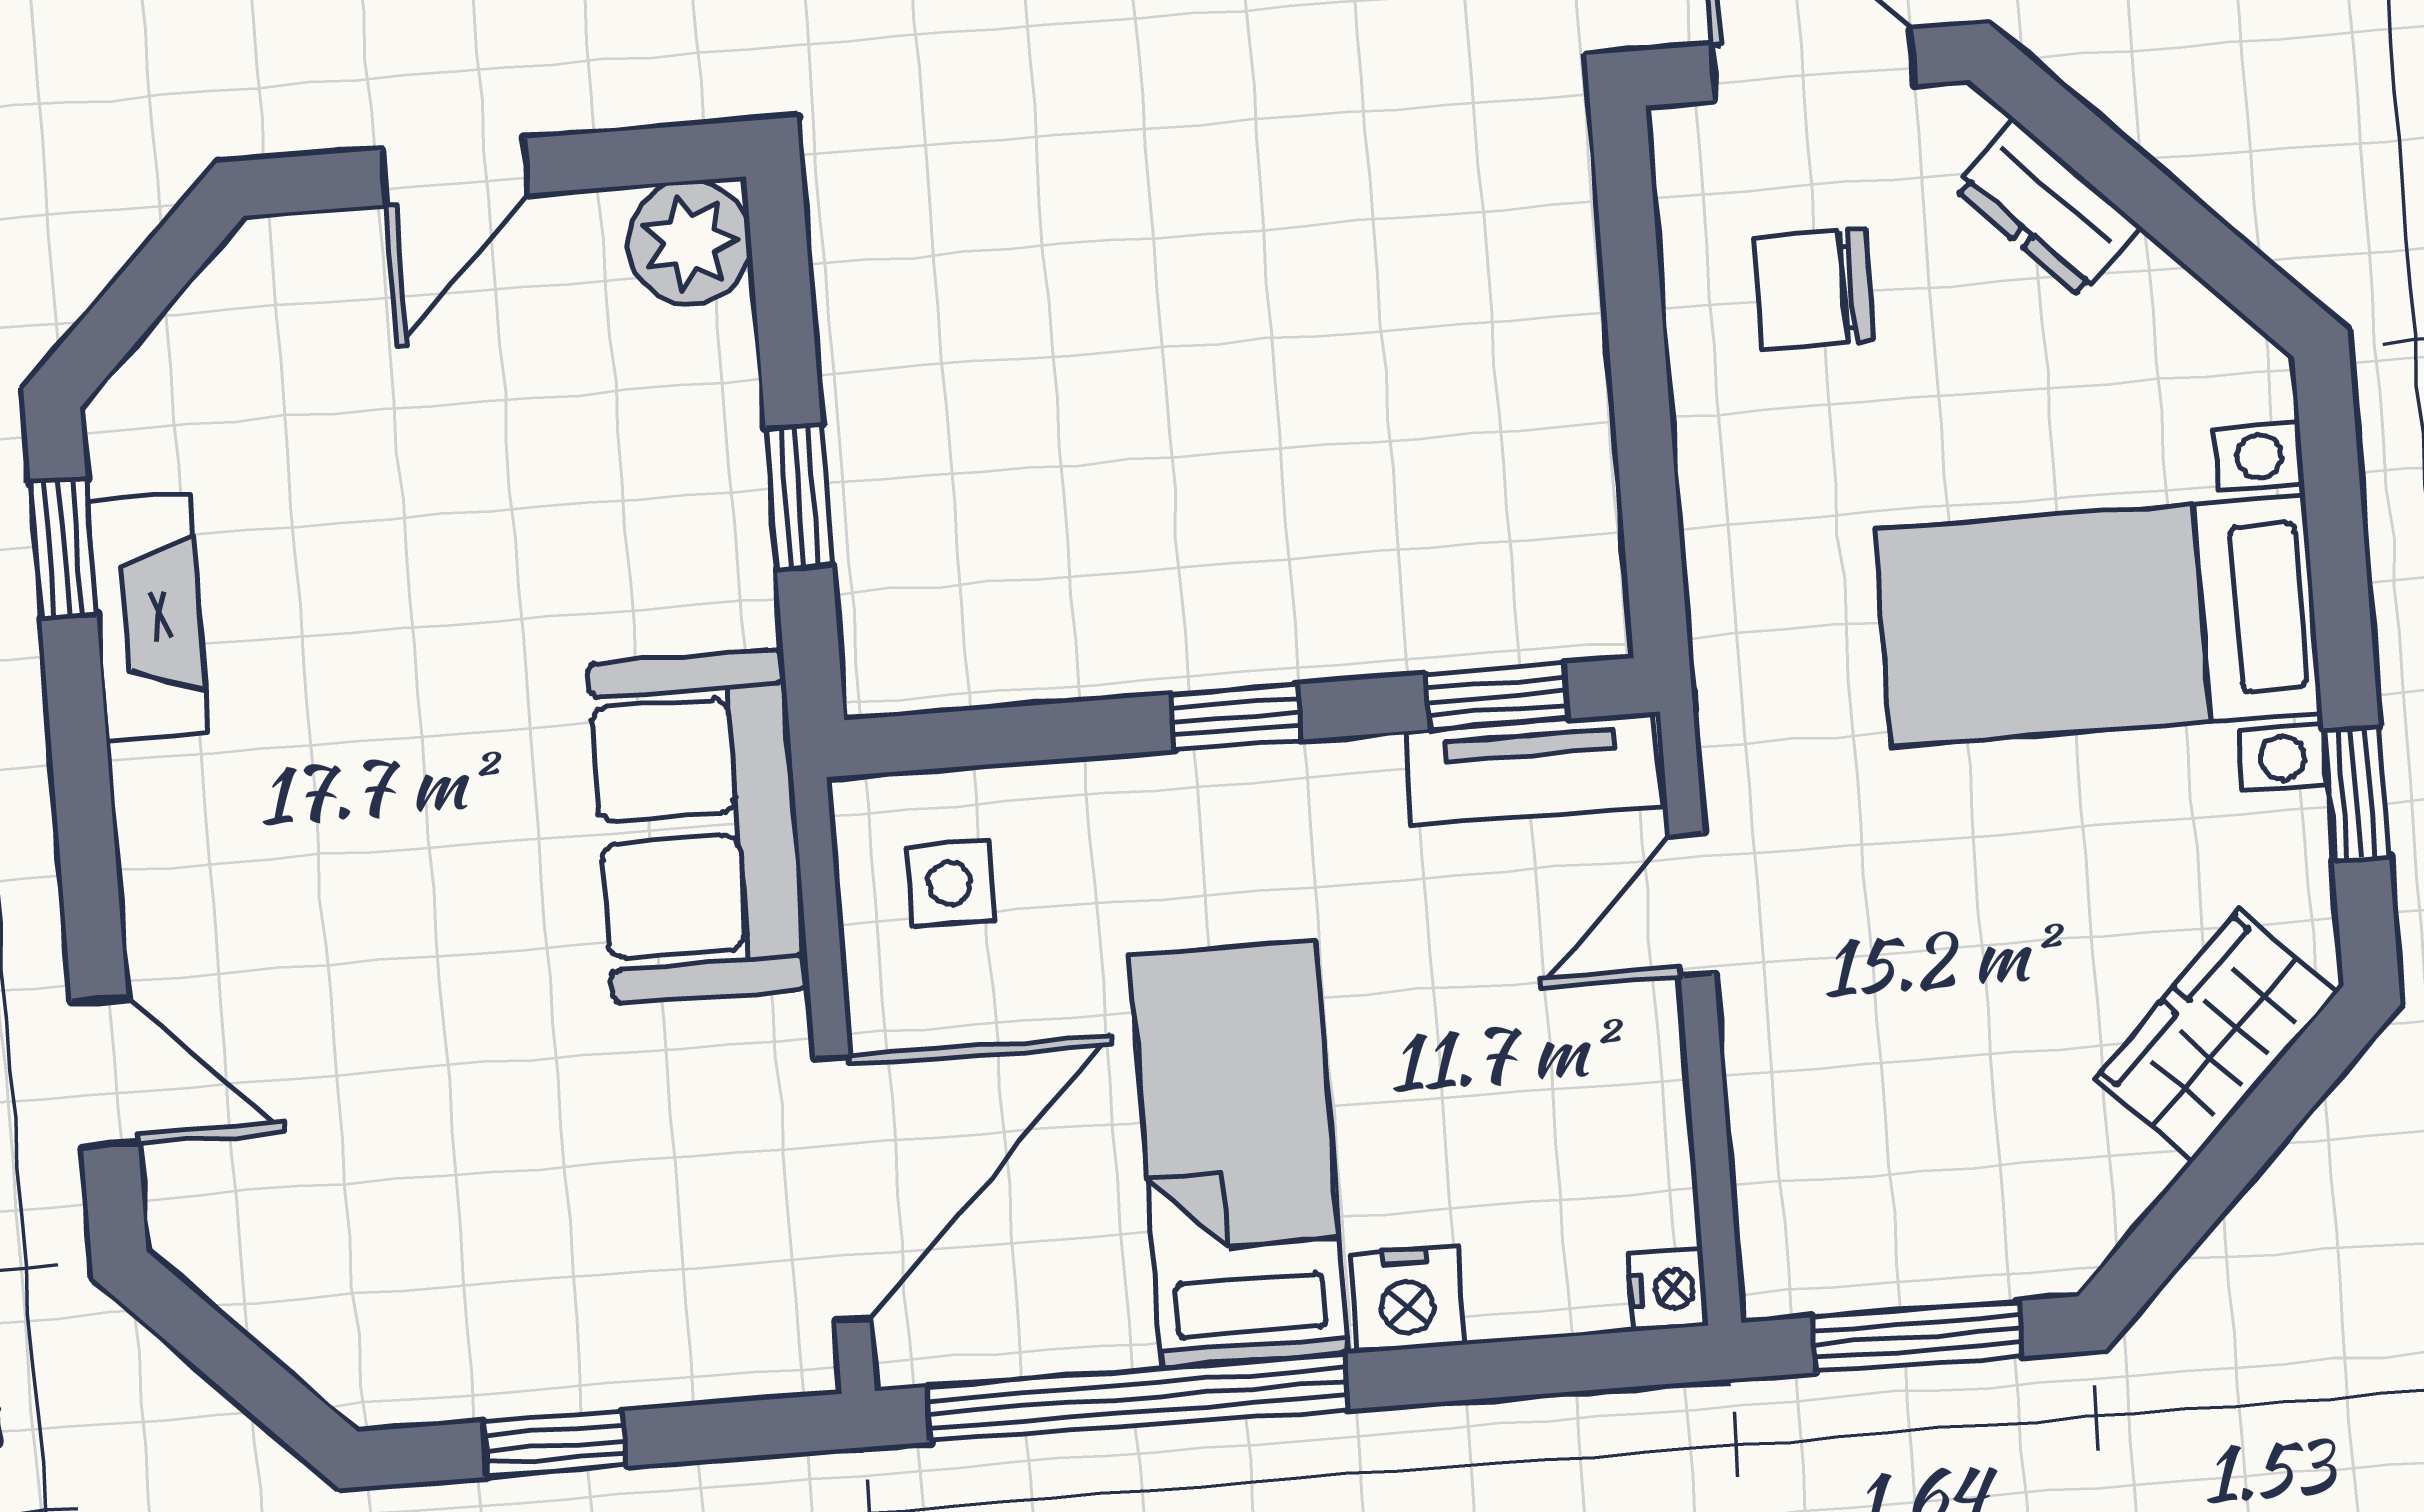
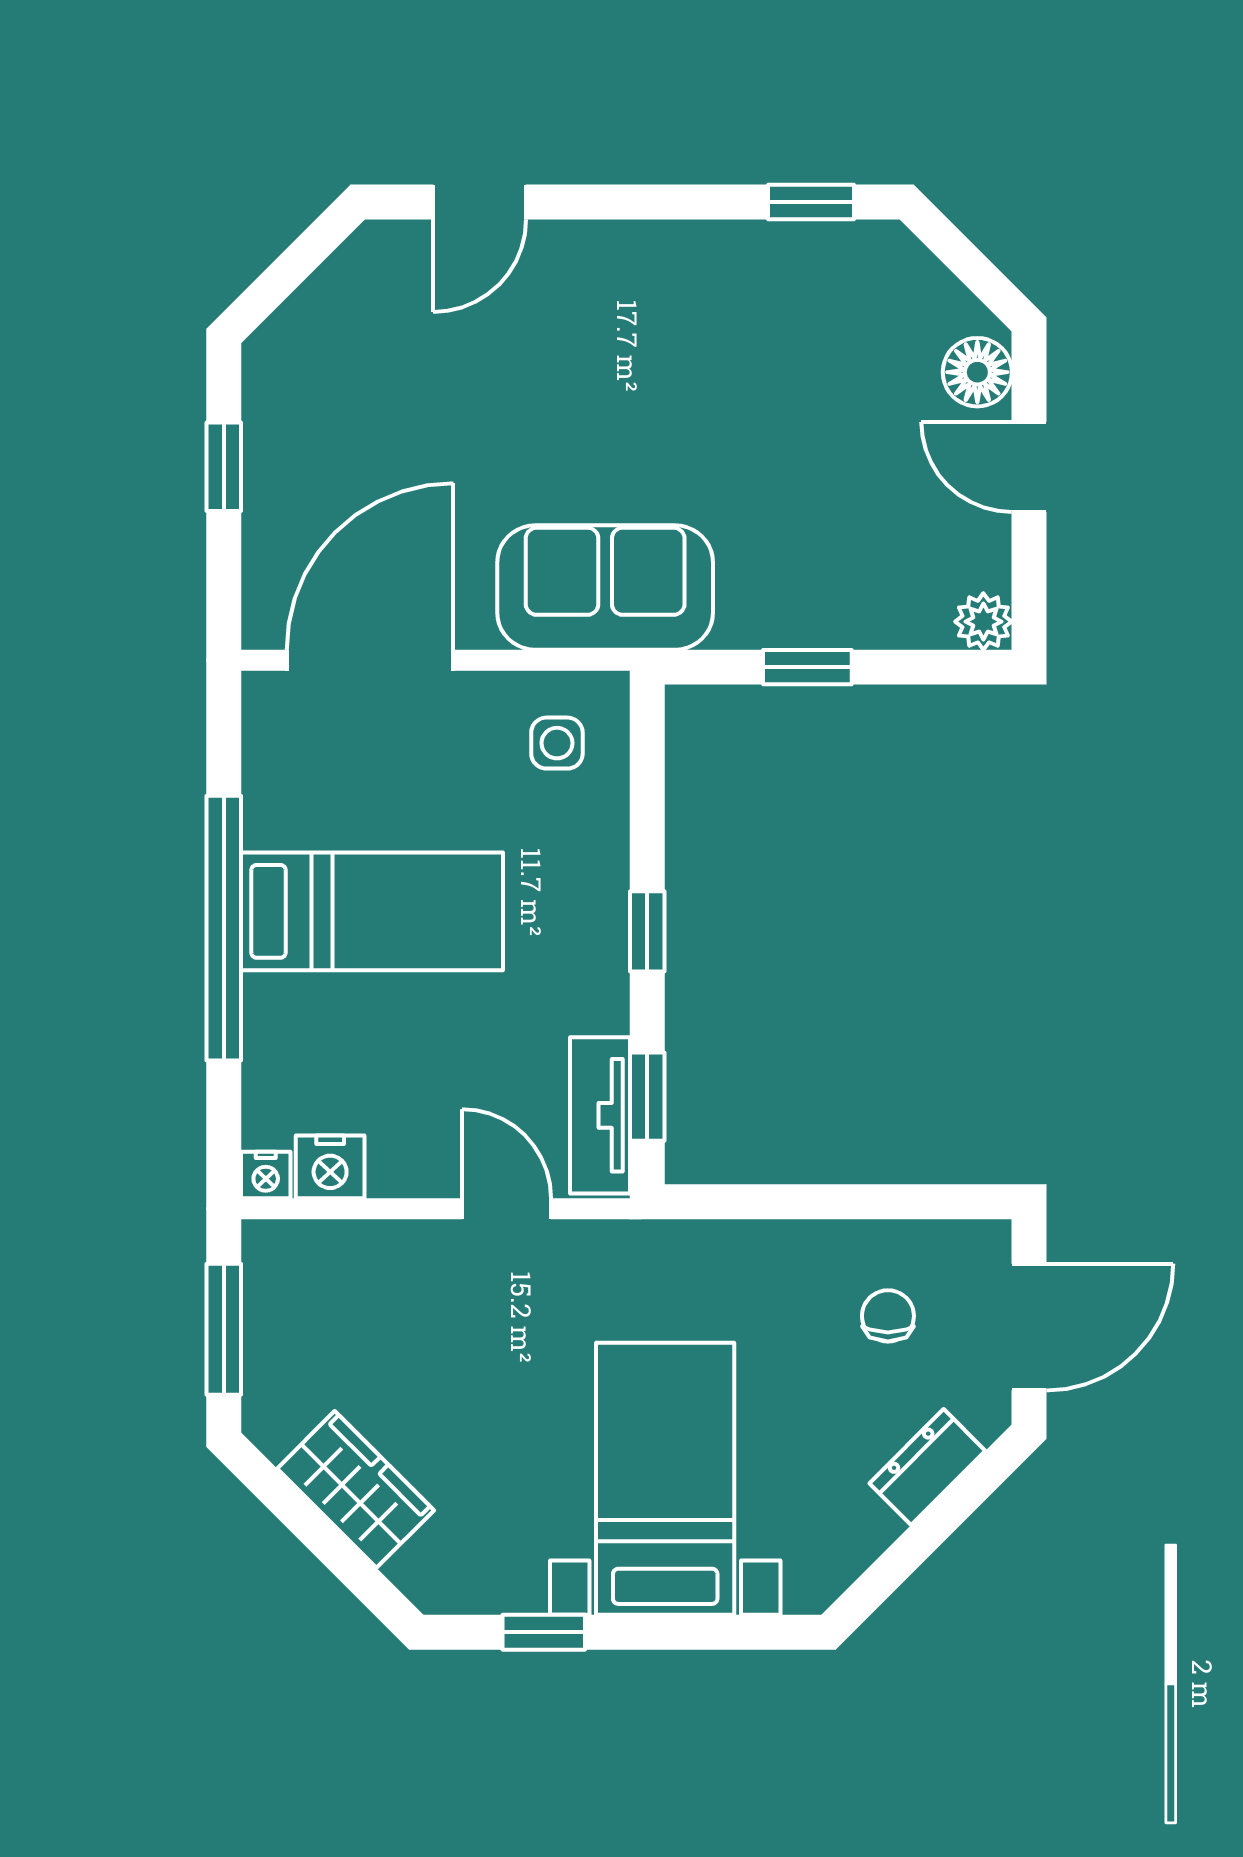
plant: (689, 243) -> (983, 622), width x0.73, depth x0.73
floor lamp: (312, 265) -> (977, 372), added
chair: (1814, 289) -> (888, 1316), width x0.73, depth x0.73
fireplace: (148, 617) -> (764, 252), removed
wardrobe: (2216, 1036) -> (356, 1489), moved
door: (842, 1189) -> (370, 660), swing flipped
nightstand: (1407, 1299) -> (330, 1167), moved, turned -90
window: (1138, 1398) -> (224, 928), moved

